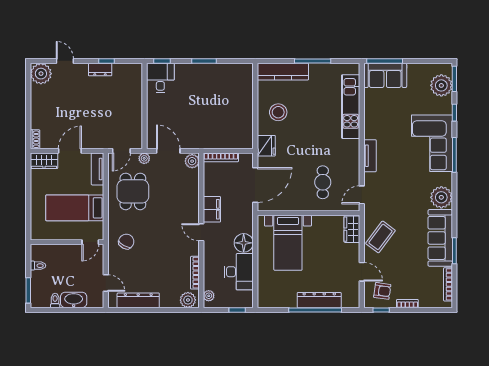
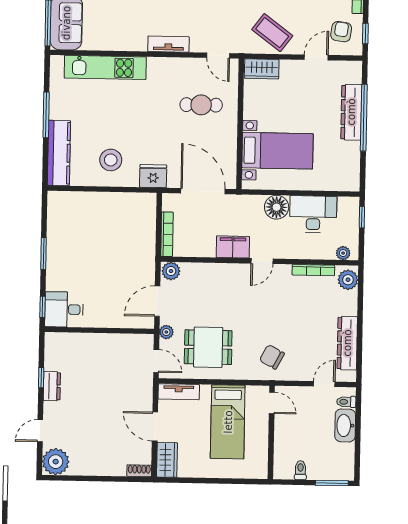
toilet: (55, 301) -> (346, 402), moved

